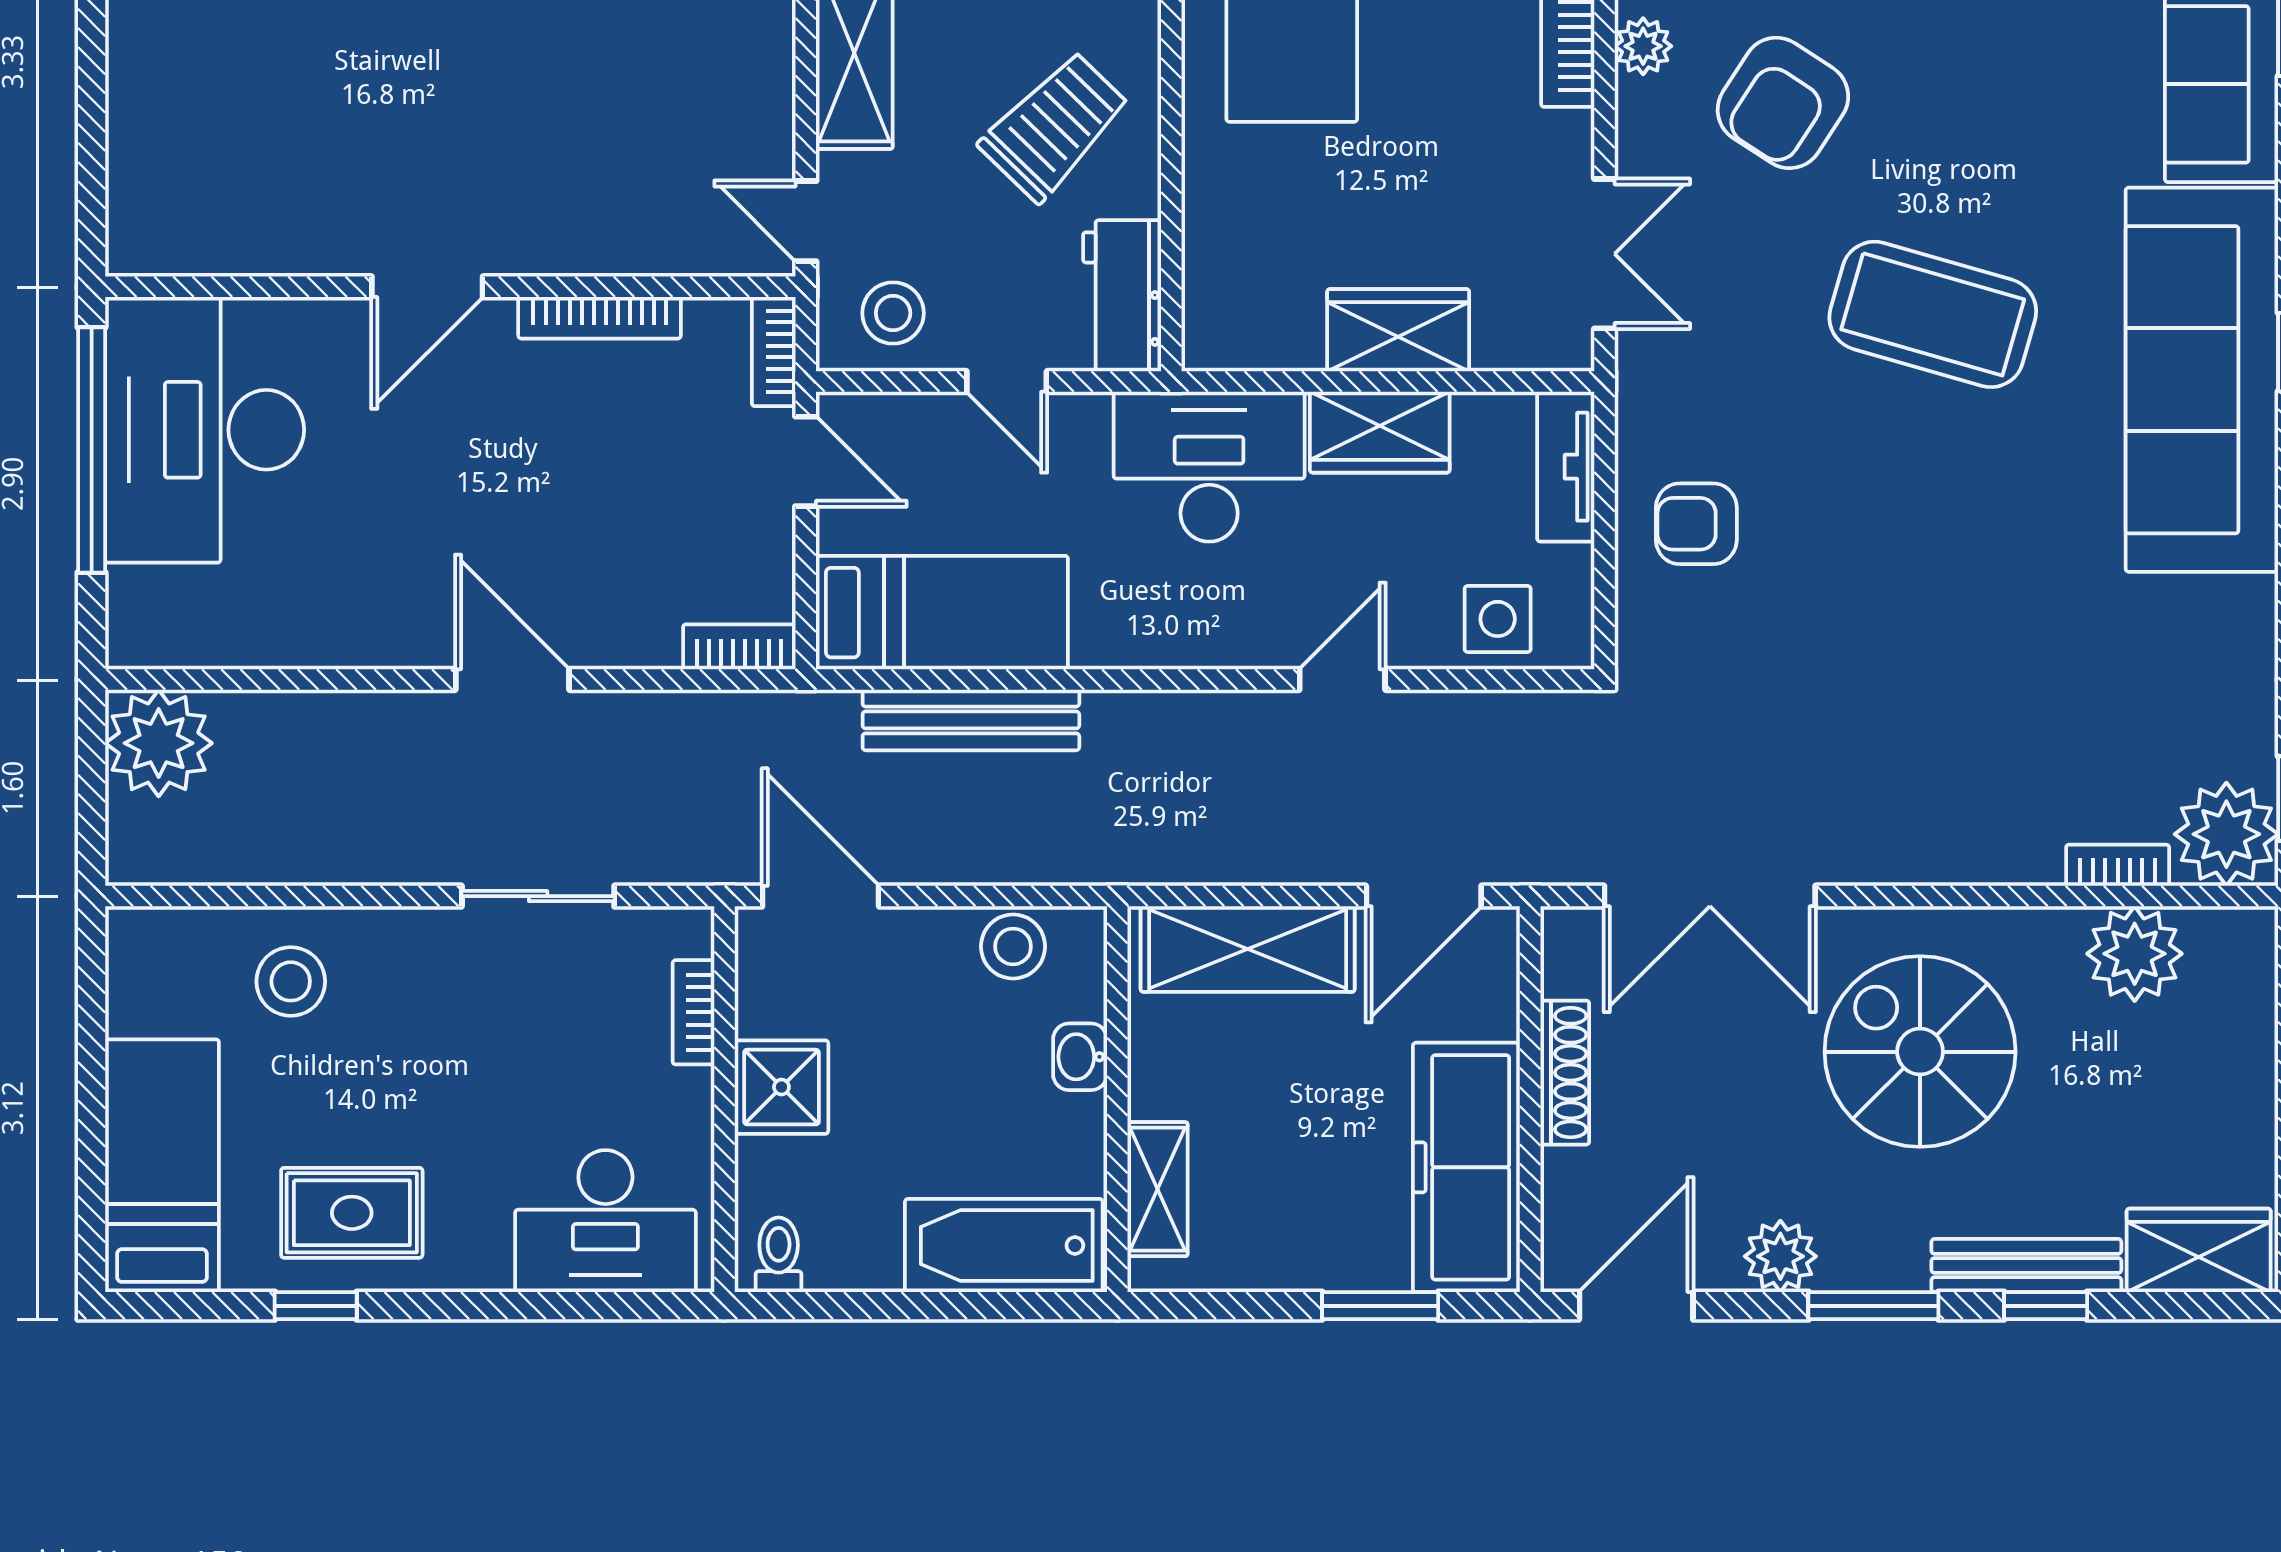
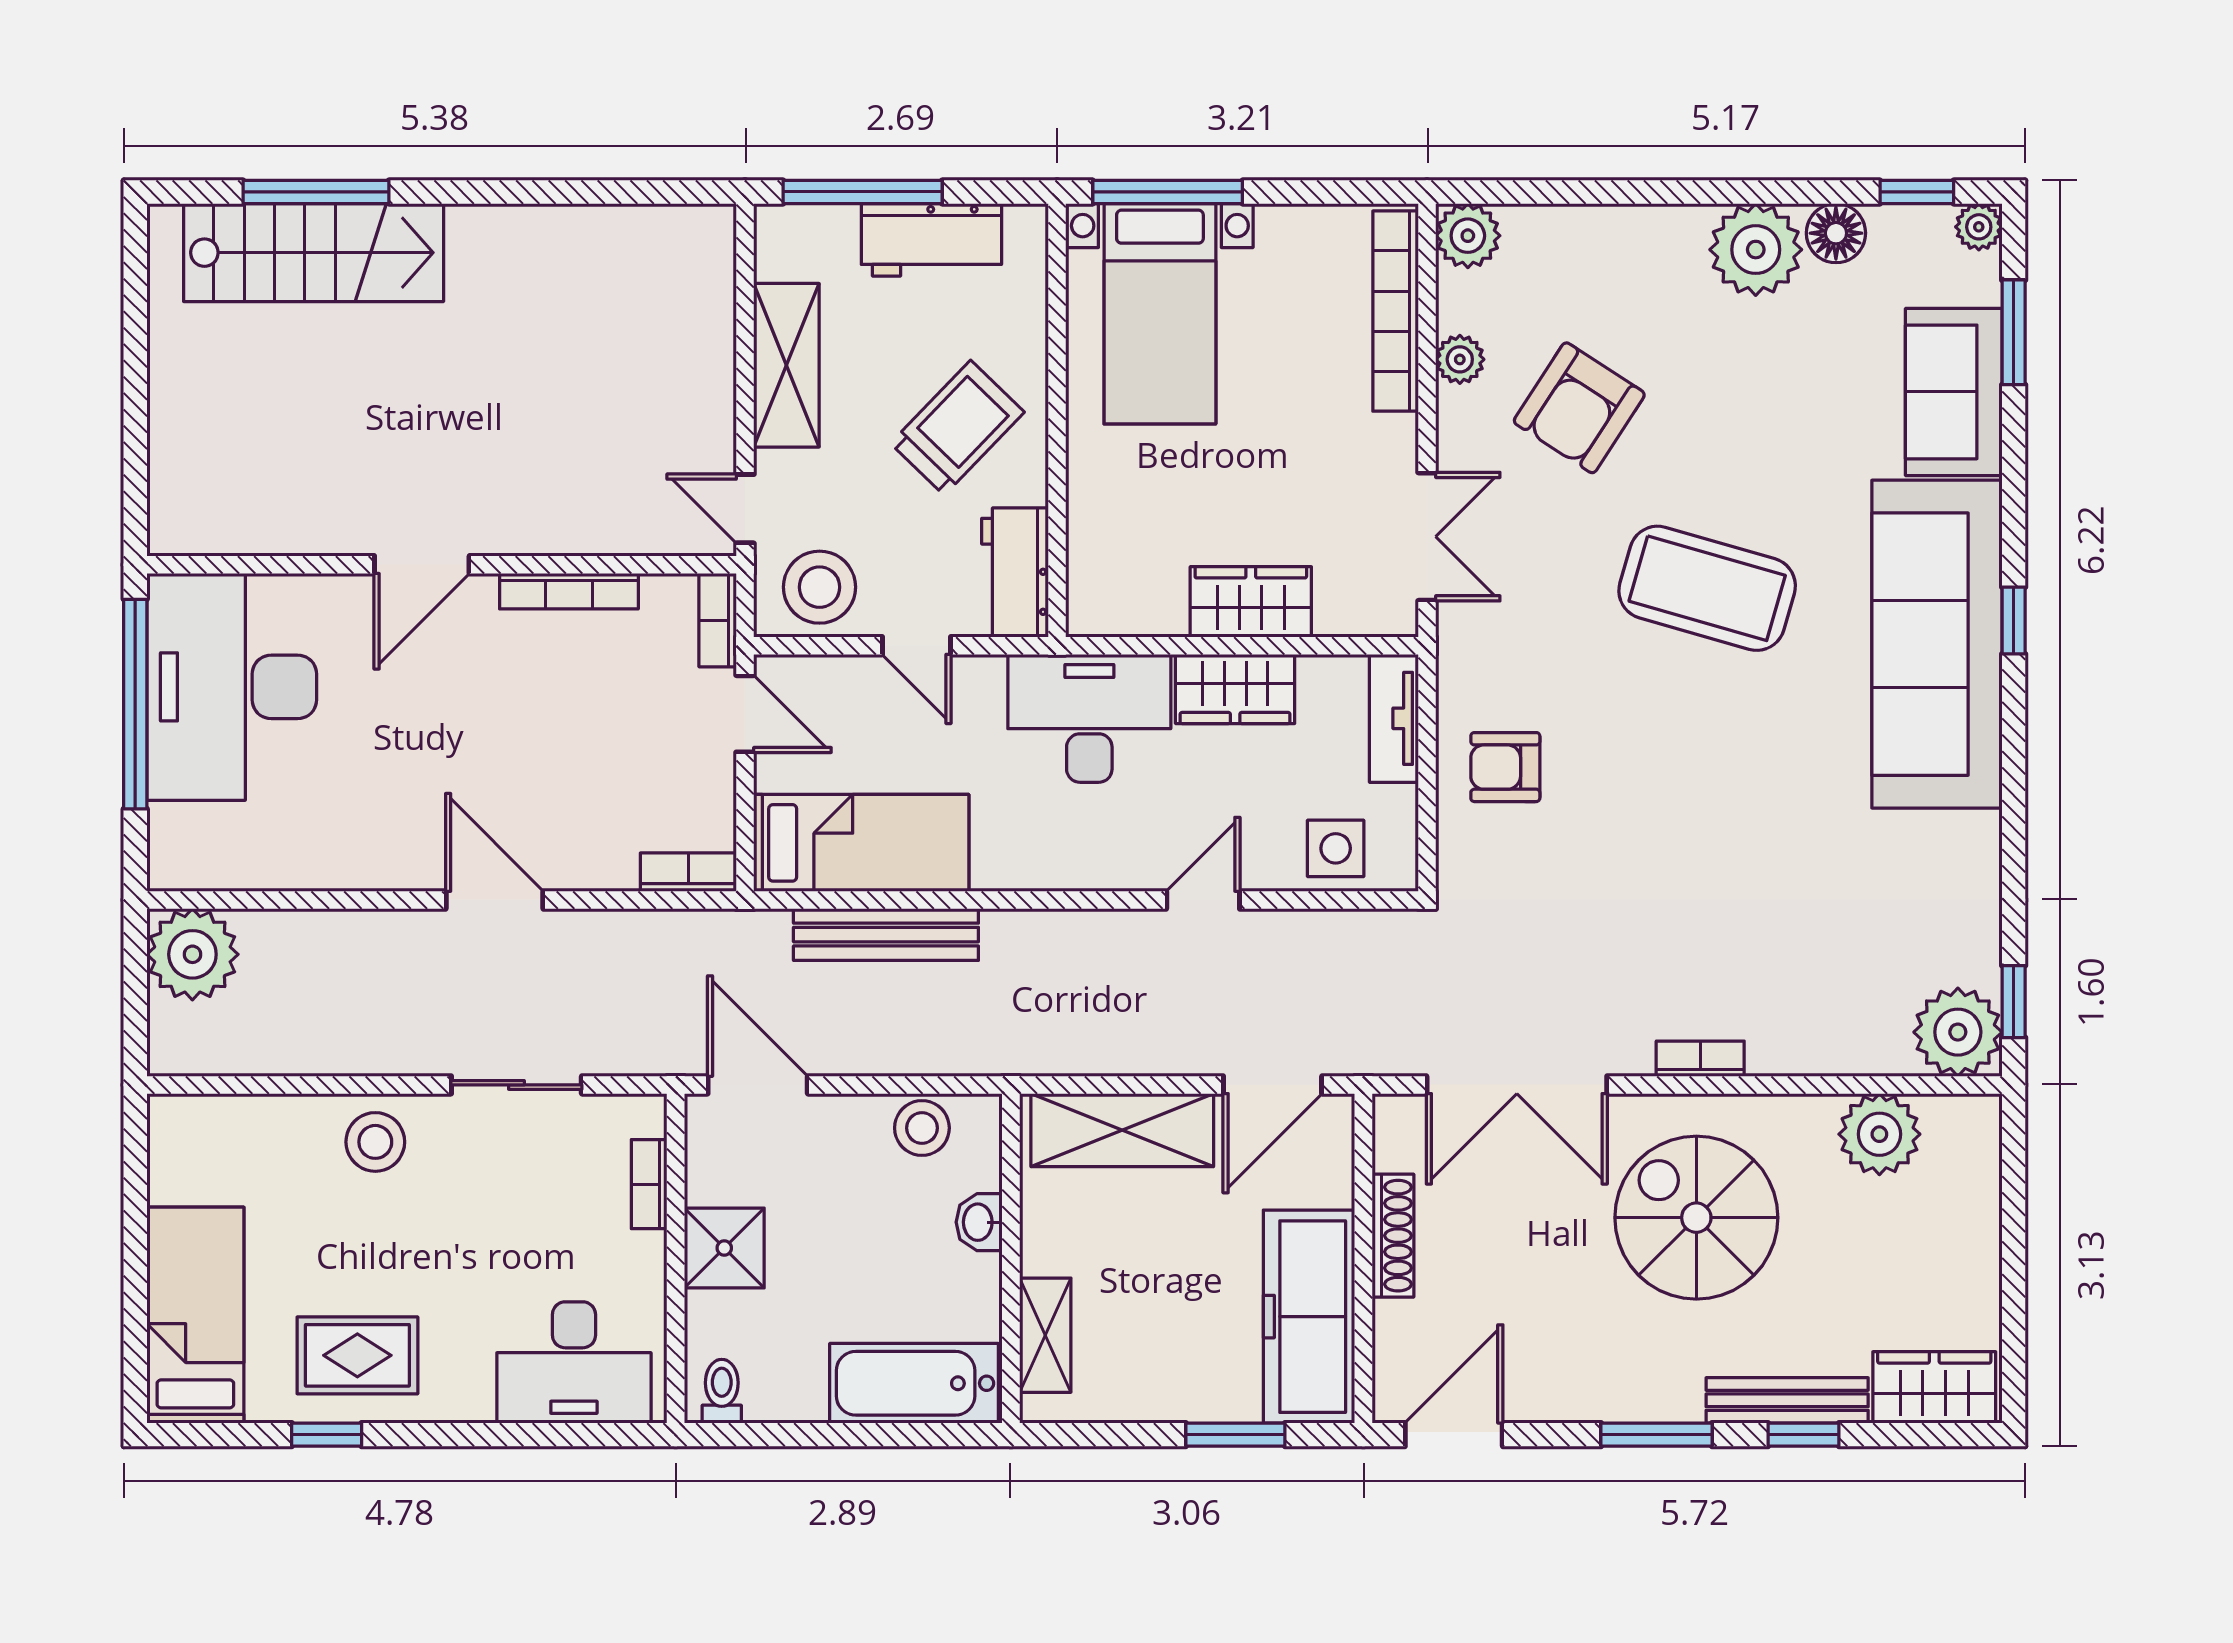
stool: (893, 313) -> (820, 587), width x1.38, depth x1.38
bookcase: (2118, 865) -> (1700, 1059), moved
stool: (291, 981) -> (375, 1142), moved
plant: (1780, 1256) -> (1577, 1392), removed

